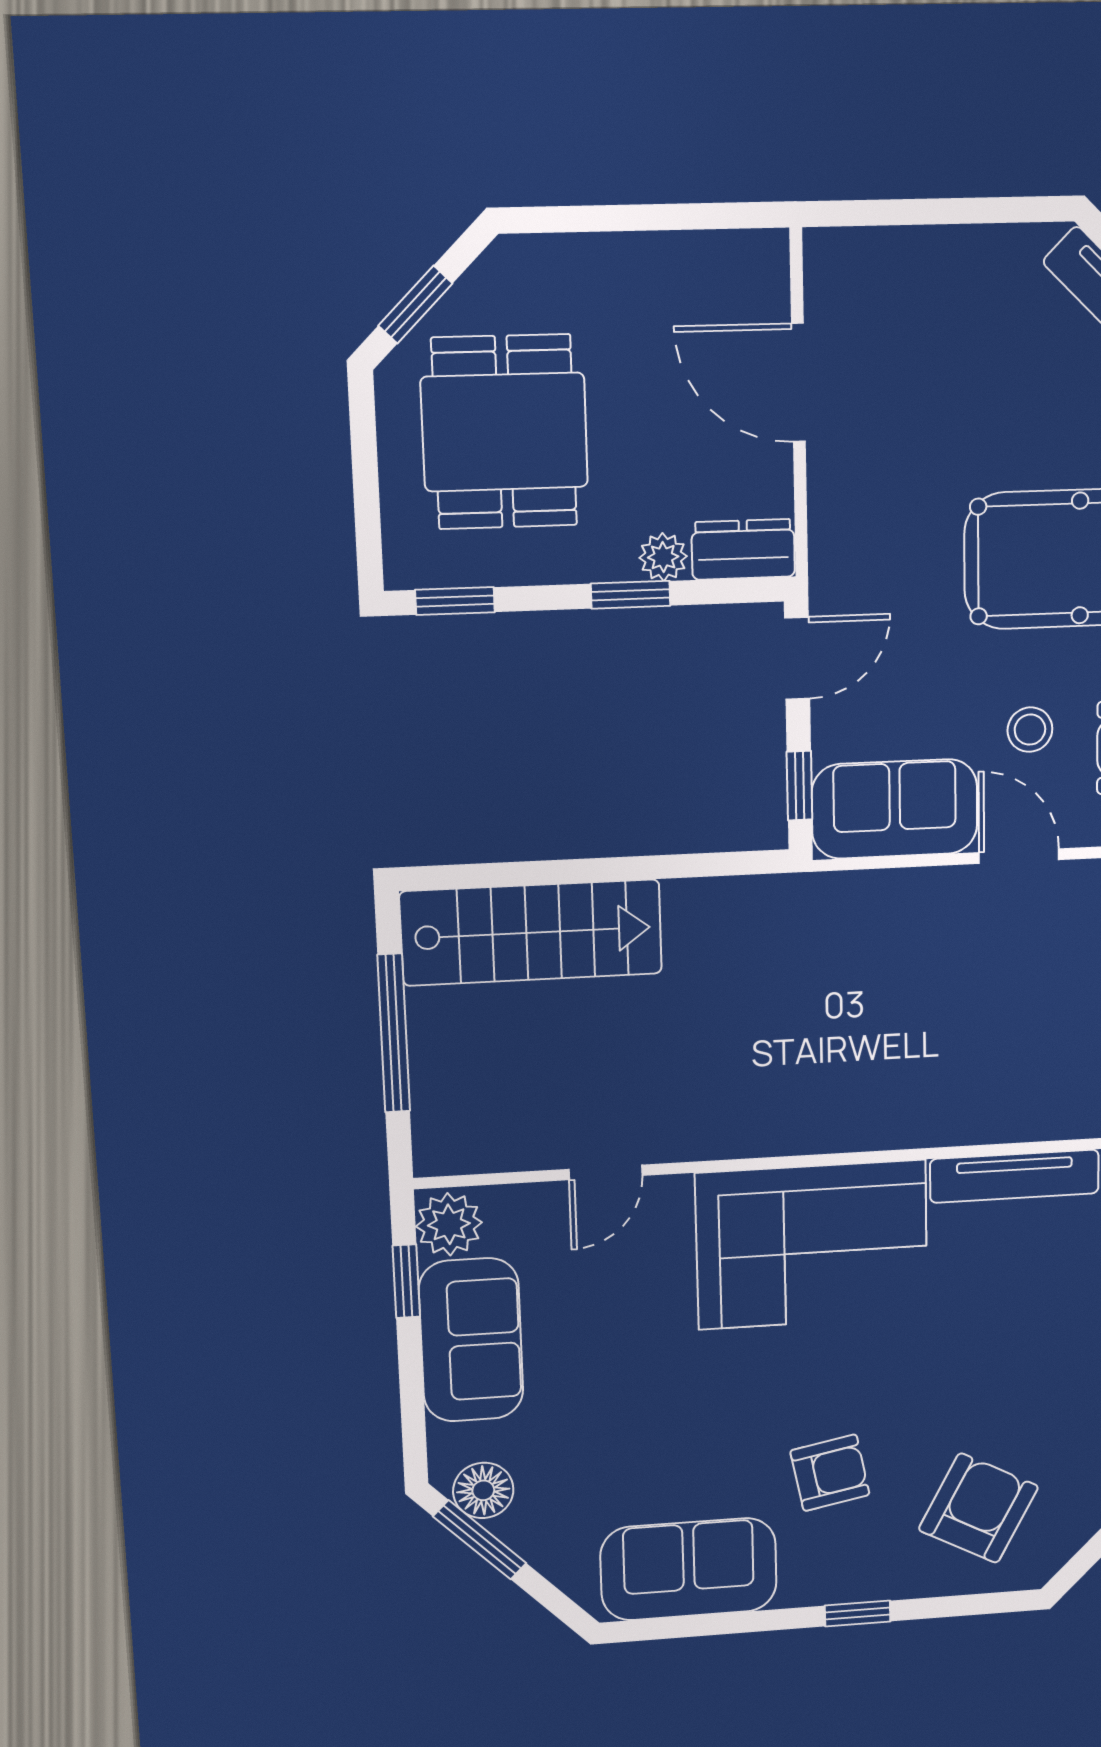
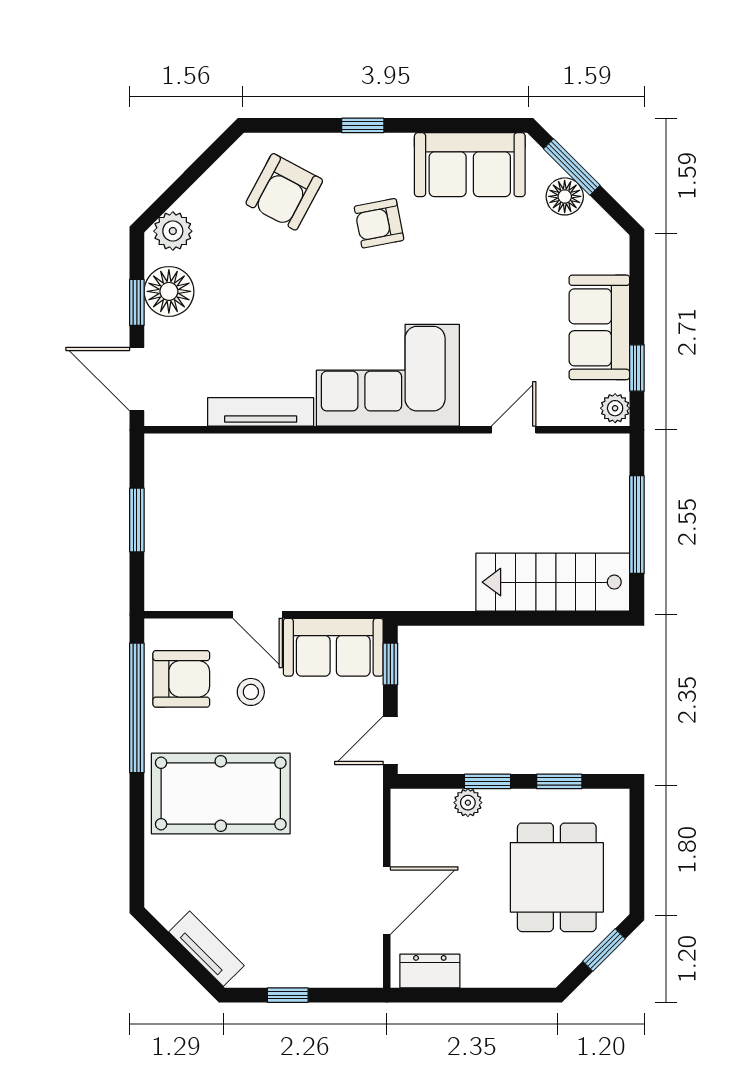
window: (967, 211) -> (288, 995), added
door: (798, 383) -> (387, 901), hinge flipped
dresser: (743, 549) -> (430, 971), moved, turned 180
window: (455, 601) -> (559, 781), moved
plant: (449, 1224) -> (615, 408), width x0.73, depth x0.73
floor lamp: (483, 1490) -> (565, 196), moved
window: (480, 1540) -> (572, 167), moved

